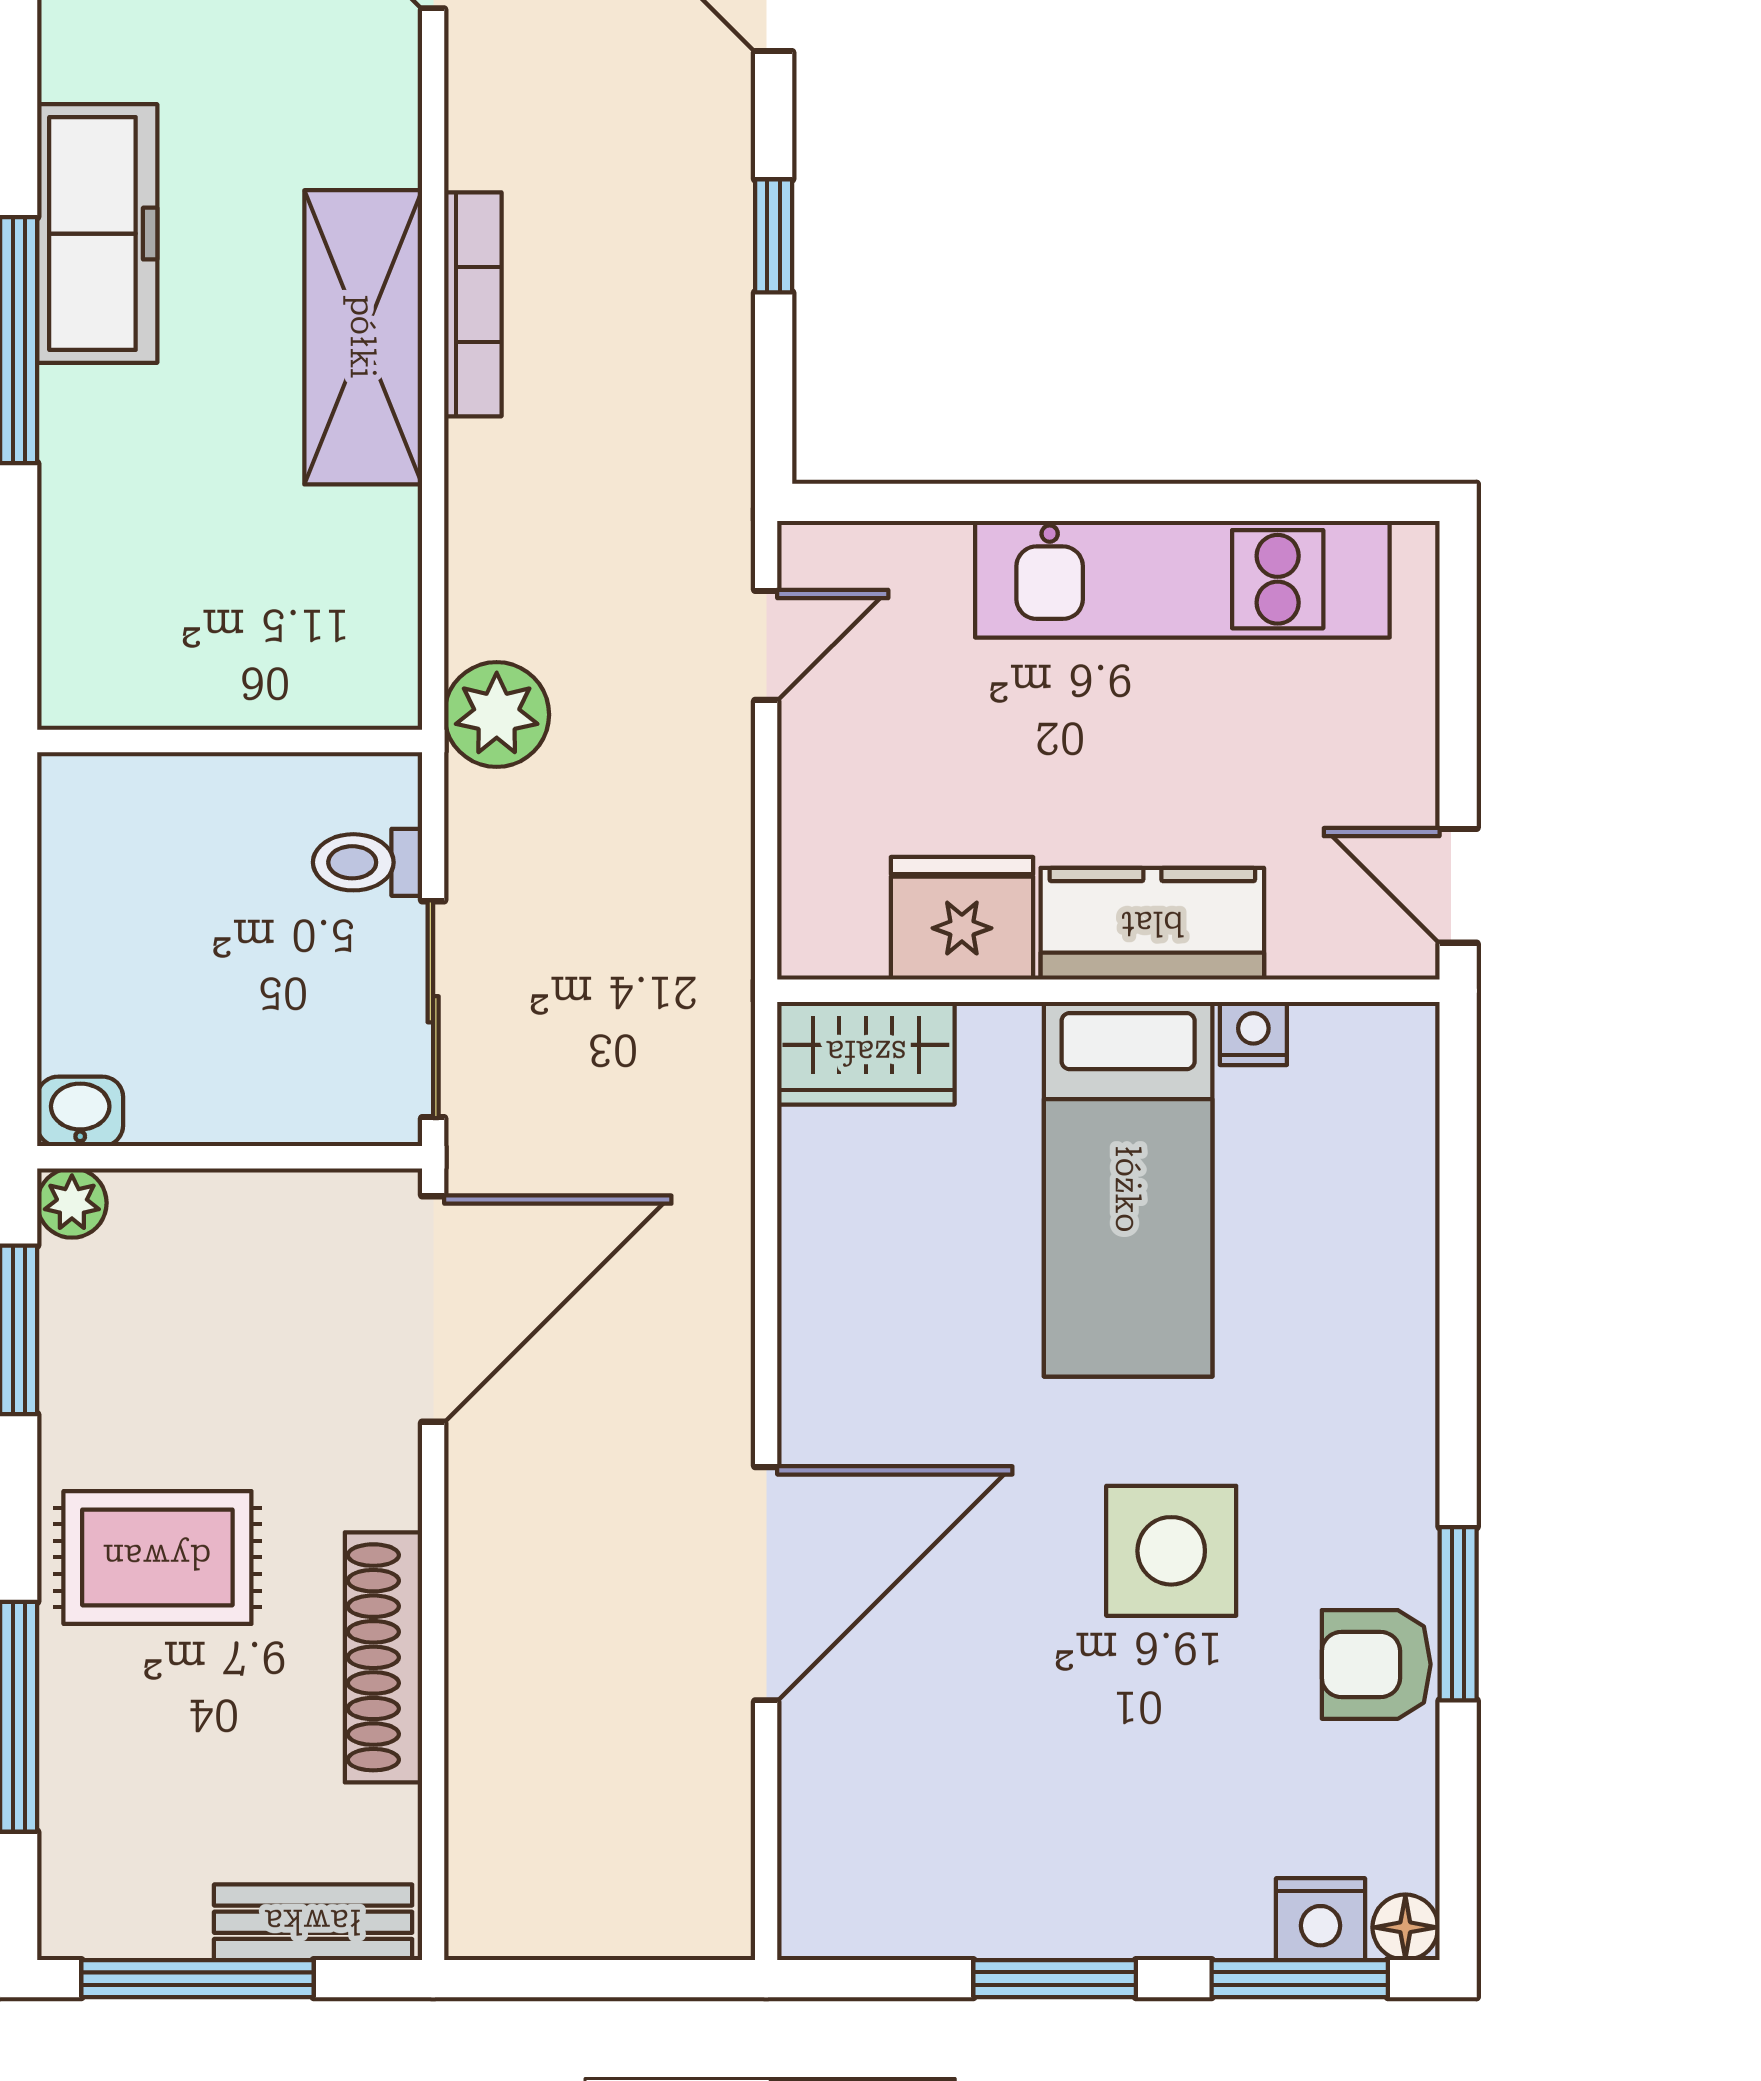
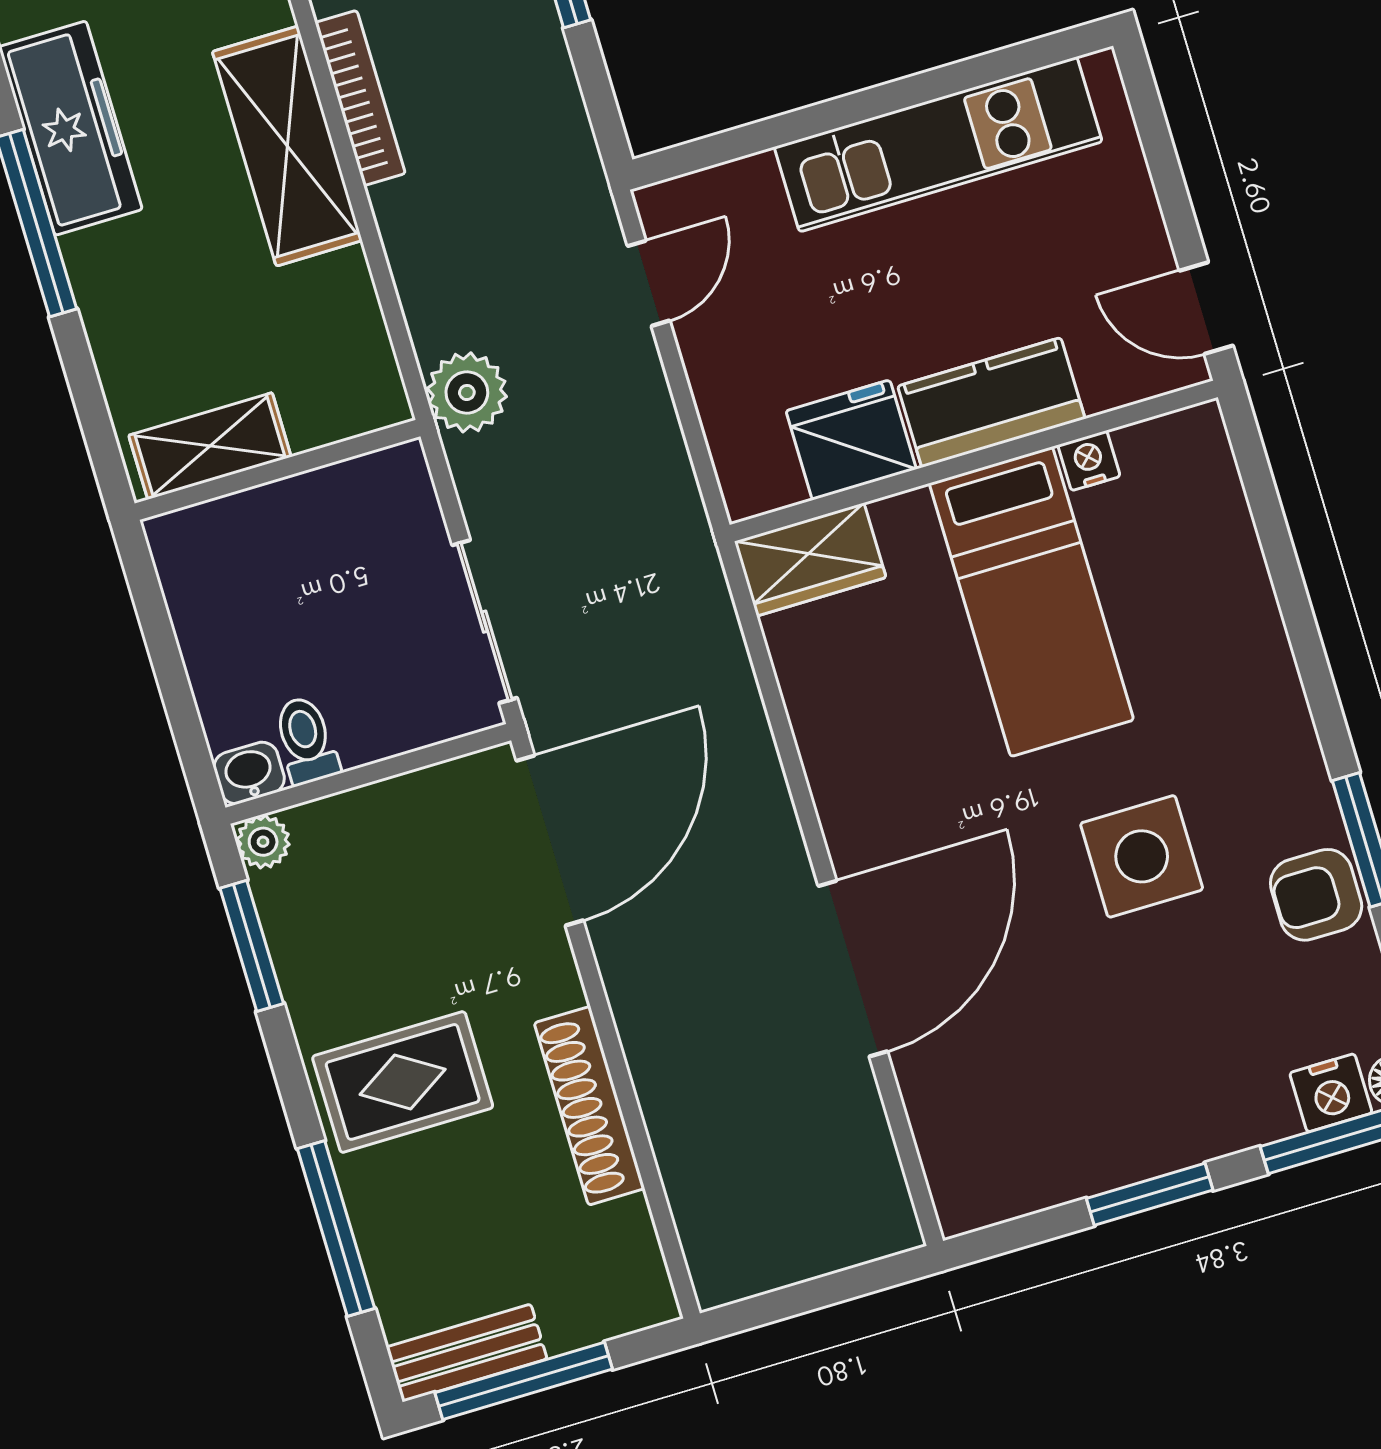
shelving: (154, 686) -> (210, 446), added
toilet: (367, 862) -> (306, 740), moved, turned 90
bench: (313, 1922) -> (467, 1353), moved

